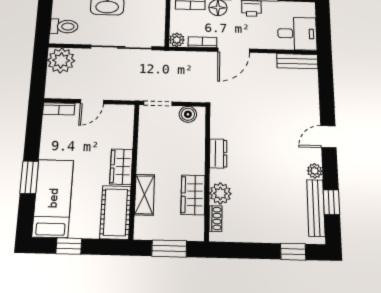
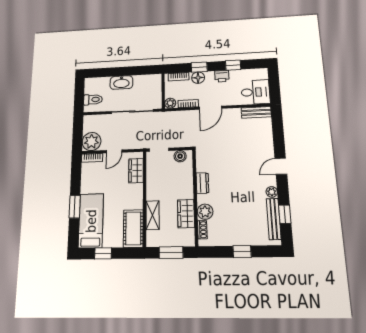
plant: (61, 60) -> (91, 142), moved
wardrobe: (121, 167) -> (136, 171), moved
window: (293, 252) -> (242, 252), moved

